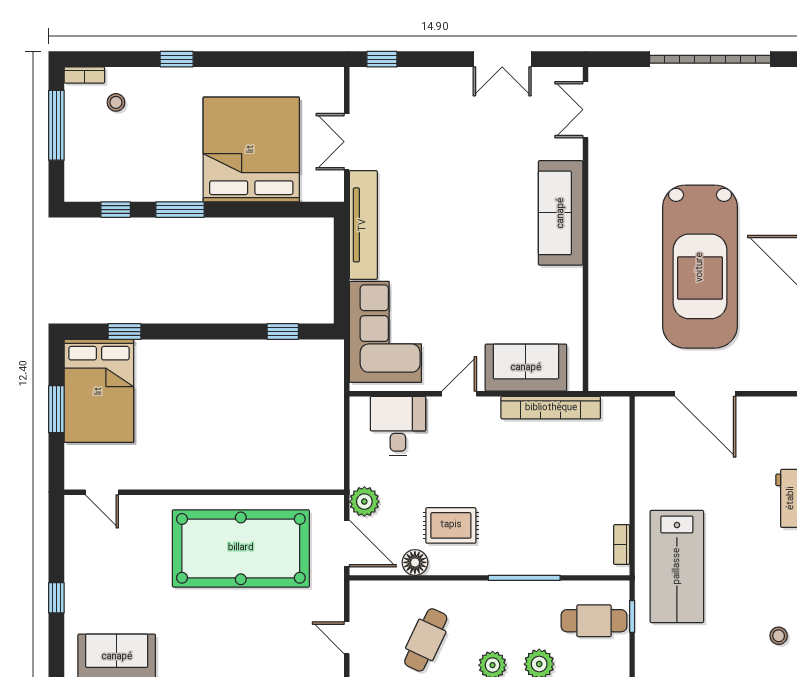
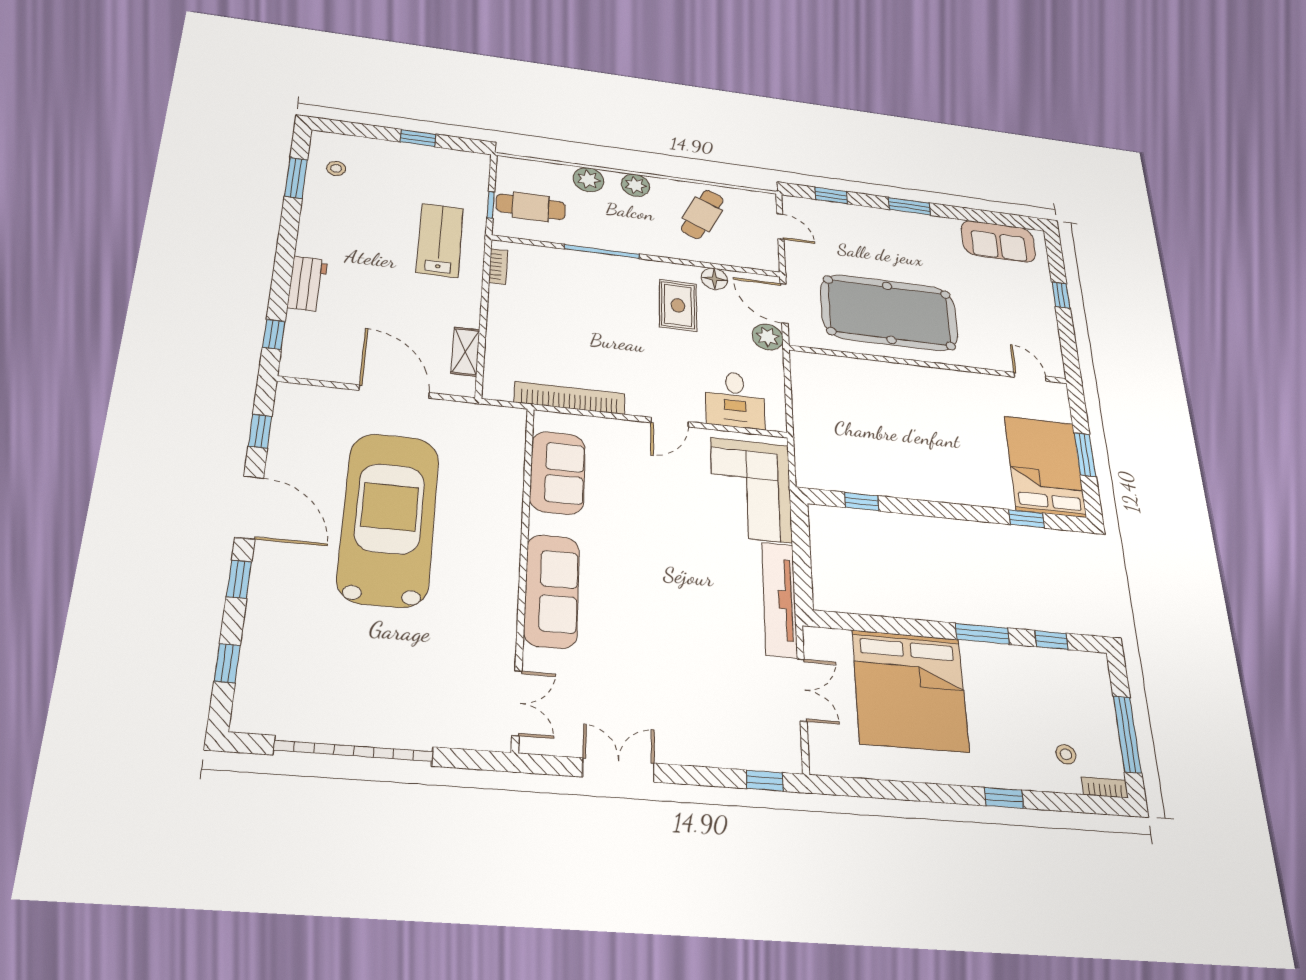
sofa: (526, 368) -> (558, 473), moved, turned -90
shelving: (646, 445) -> (465, 352), added
rug: (451, 525) -> (678, 305), turned 90
lab bench: (677, 566) -> (440, 240), width x0.73, depth x0.72

